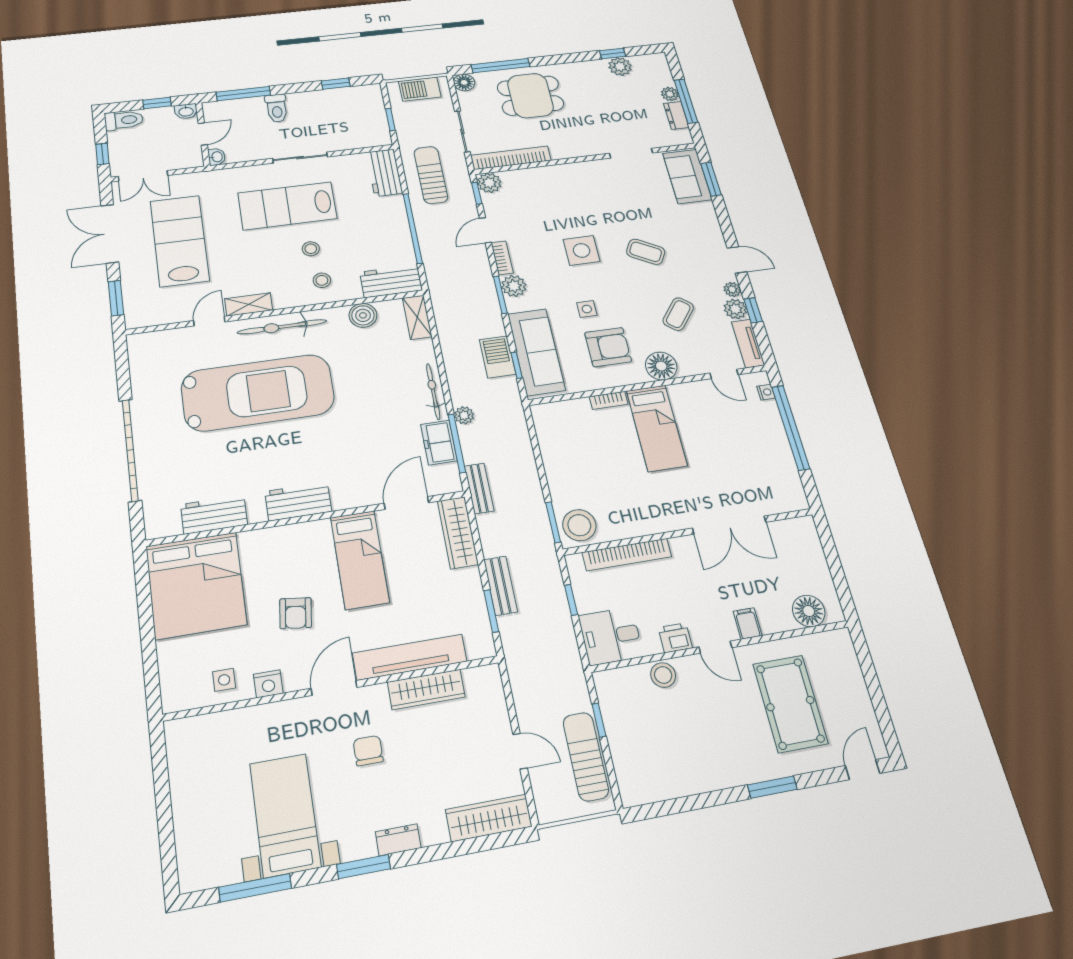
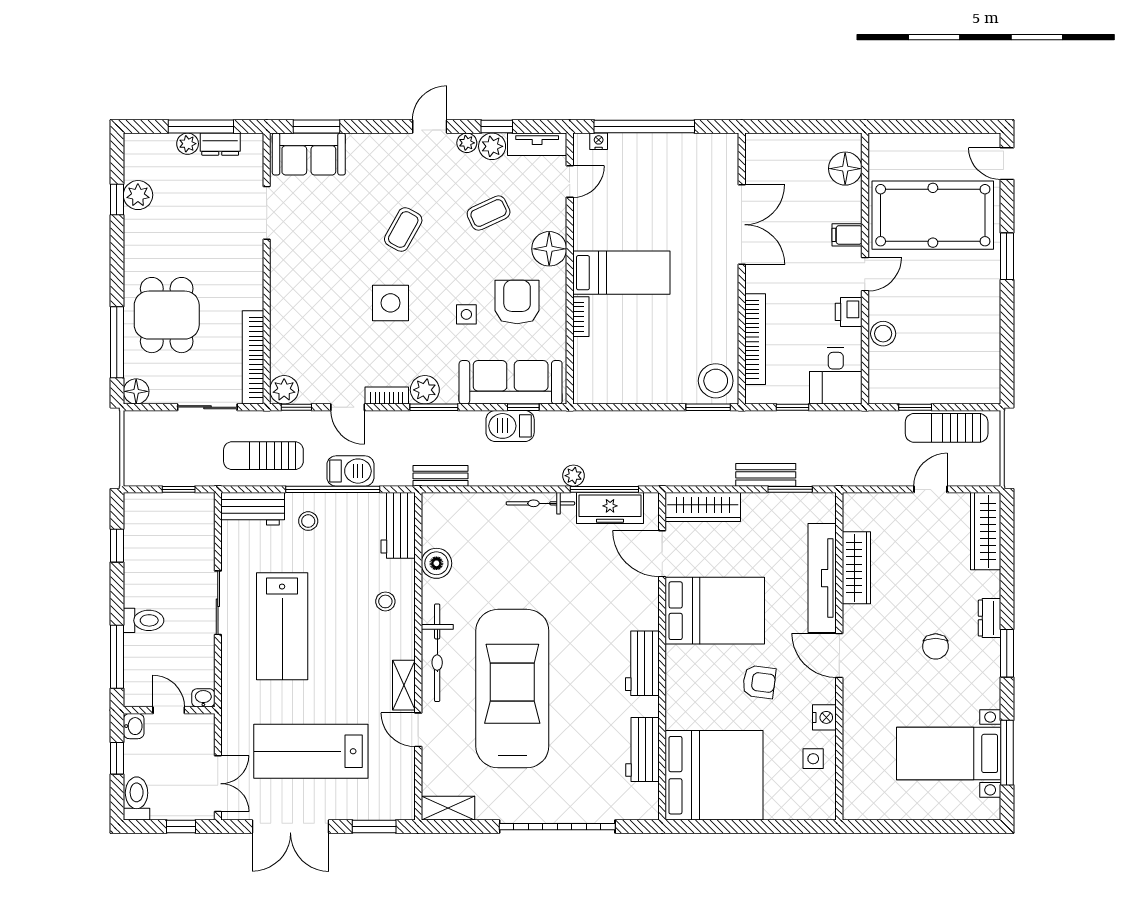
barbecue: (420, 89) -> (350, 471), moved, turned -90
stool: (311, 249) -> (308, 521), moved
coffee table: (678, 314) -> (489, 213), turned -64
shelving: (417, 317) -> (448, 808), moved
freezer: (439, 443) -> (610, 508), width x1.40
bench: (479, 488) -> (440, 476), moved
bed: (360, 560) -> (715, 611), width x1.50
pool table: (790, 704) -> (933, 215), width x1.36, depth x1.32
chair: (368, 751) -> (936, 646), moved, turned -90
bed with nightstands: (285, 815) -> (949, 753), moved

